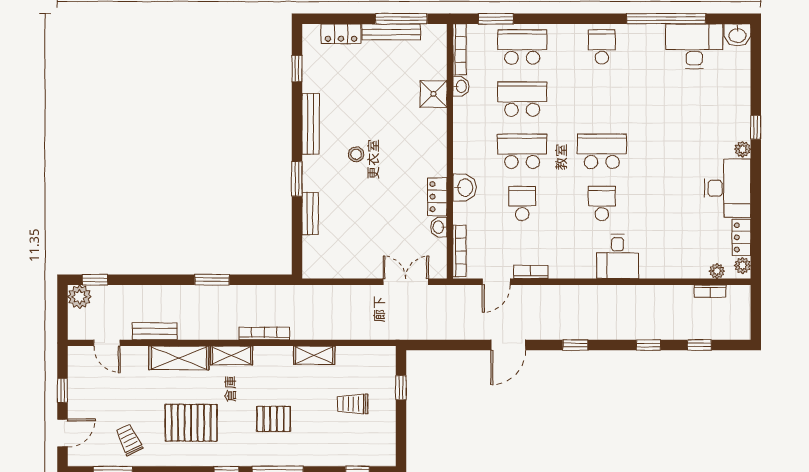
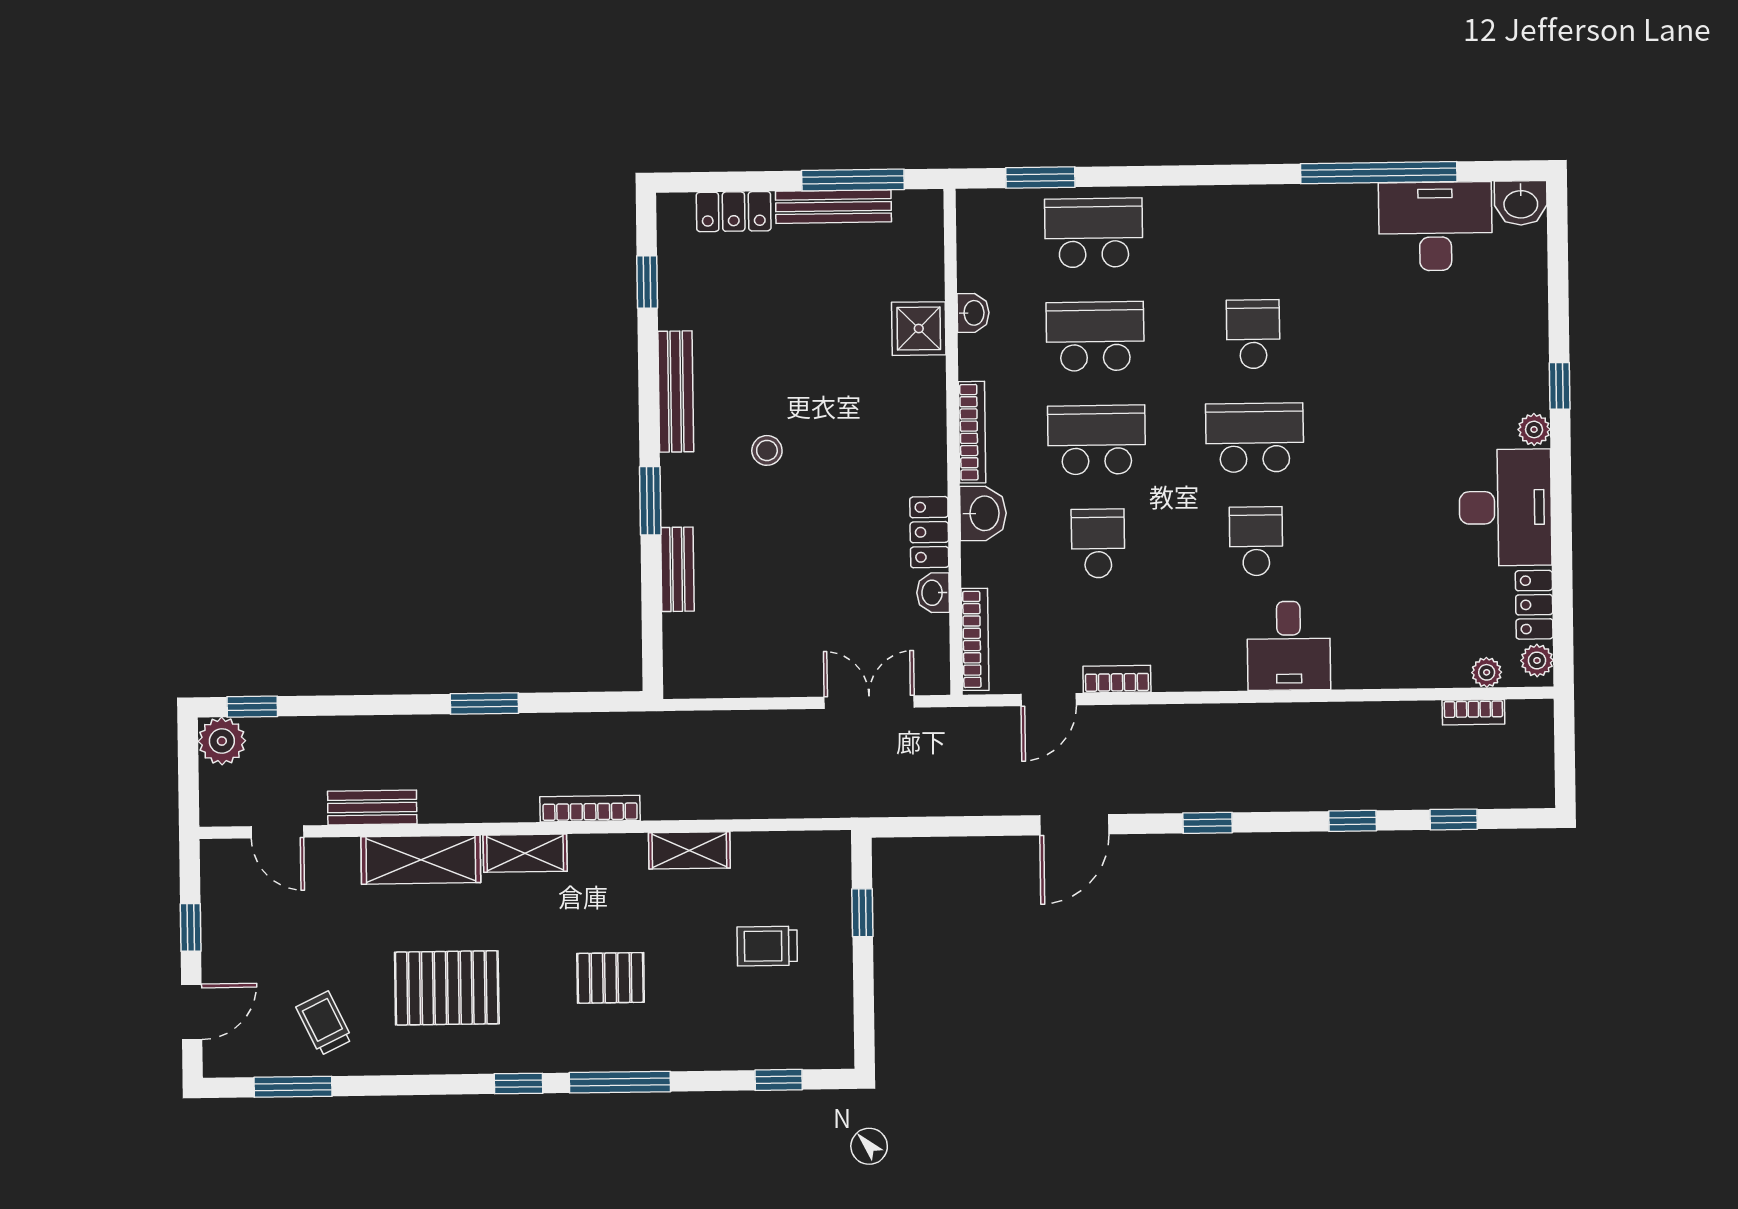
school desk: (602, 47) -> (1253, 334), moved
bookcase: (459, 49) -> (972, 432), moved

